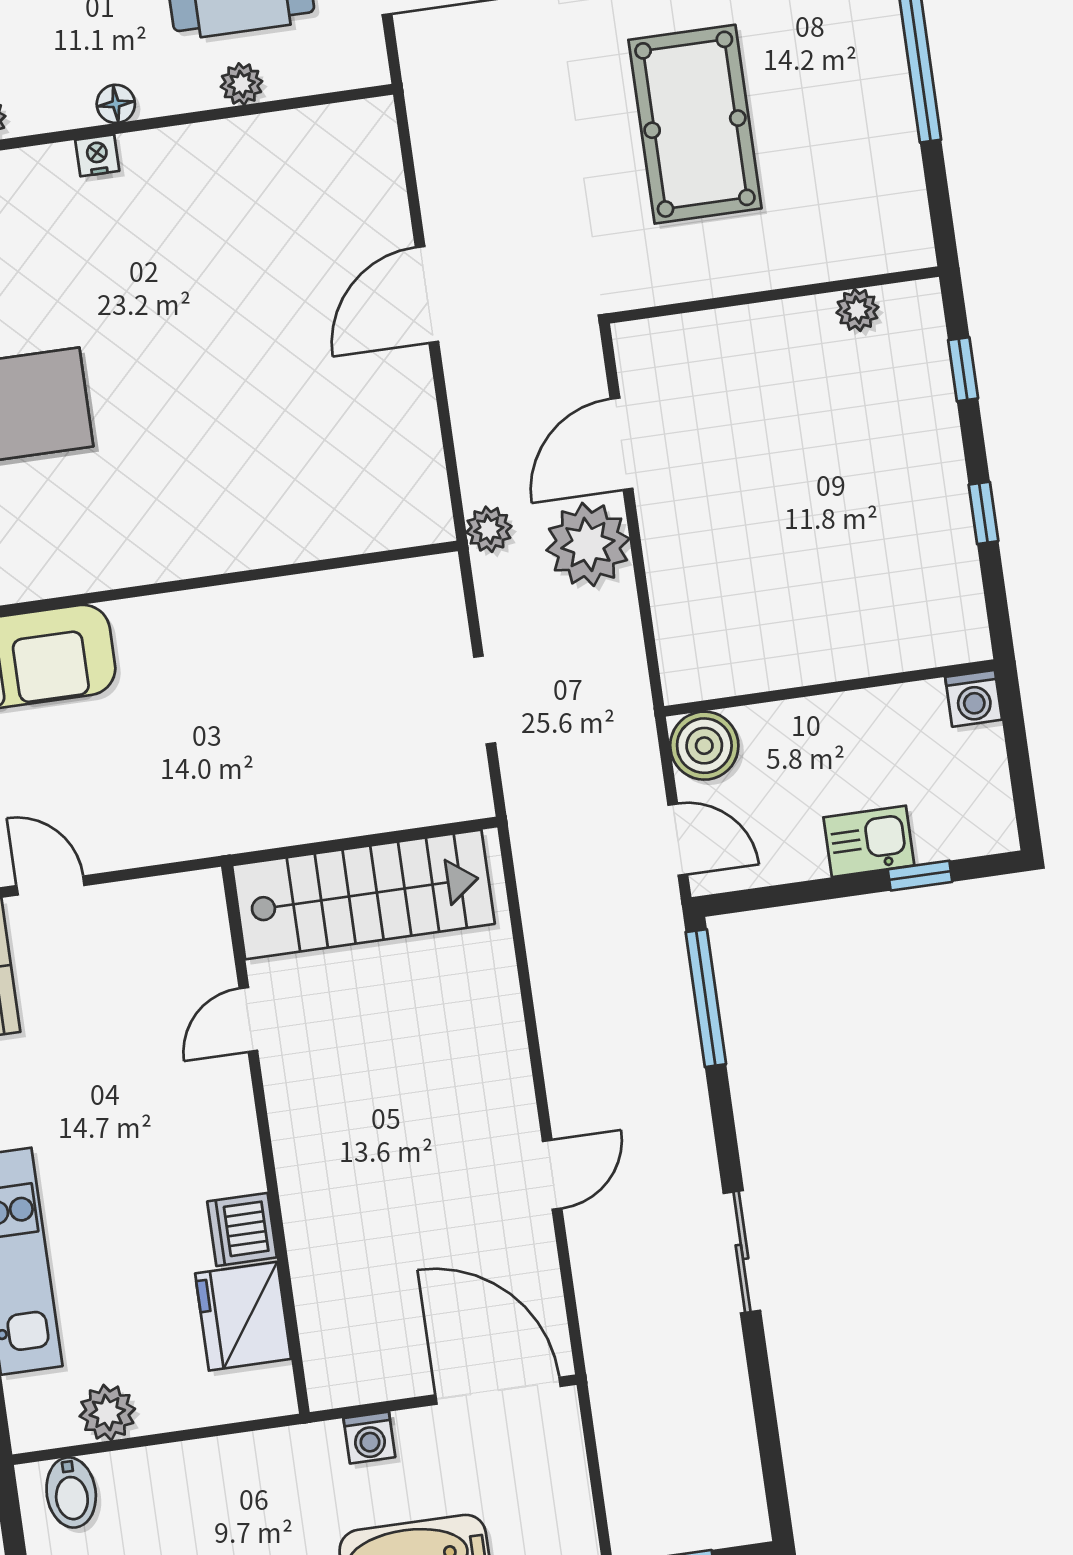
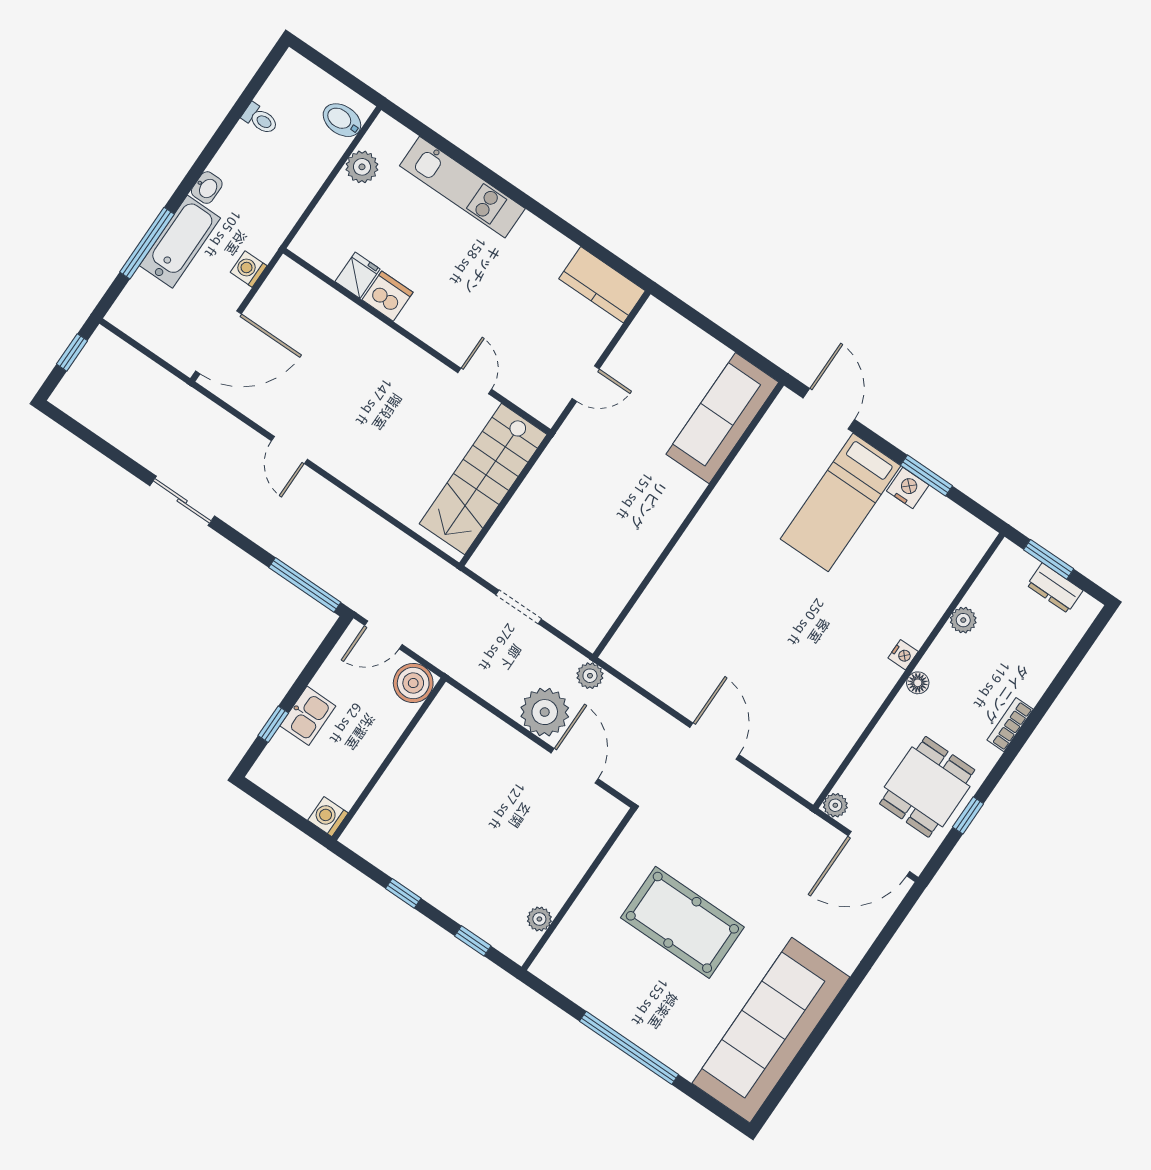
plant: (241, 84) -> (835, 805), moved
door: (50, 886) -> (586, 384), moved
fridge: (243, 1316) -> (358, 275), width x0.53, depth x0.75

